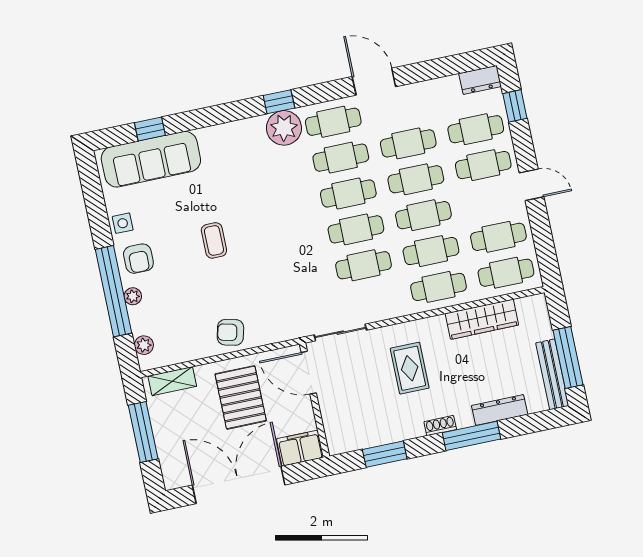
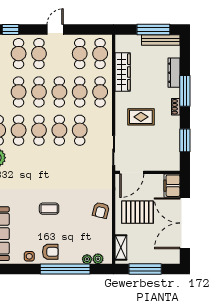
plant: (133, 296) -> (87, 259), moved

